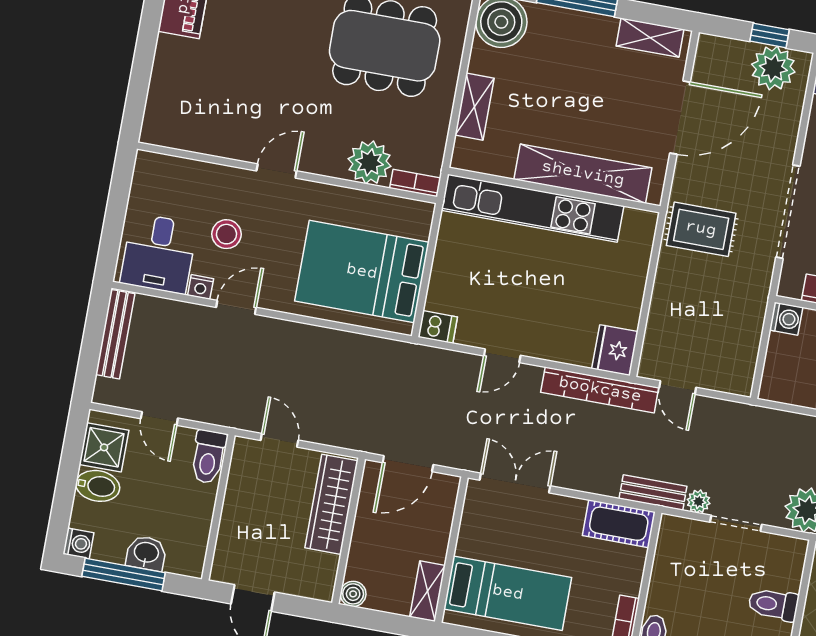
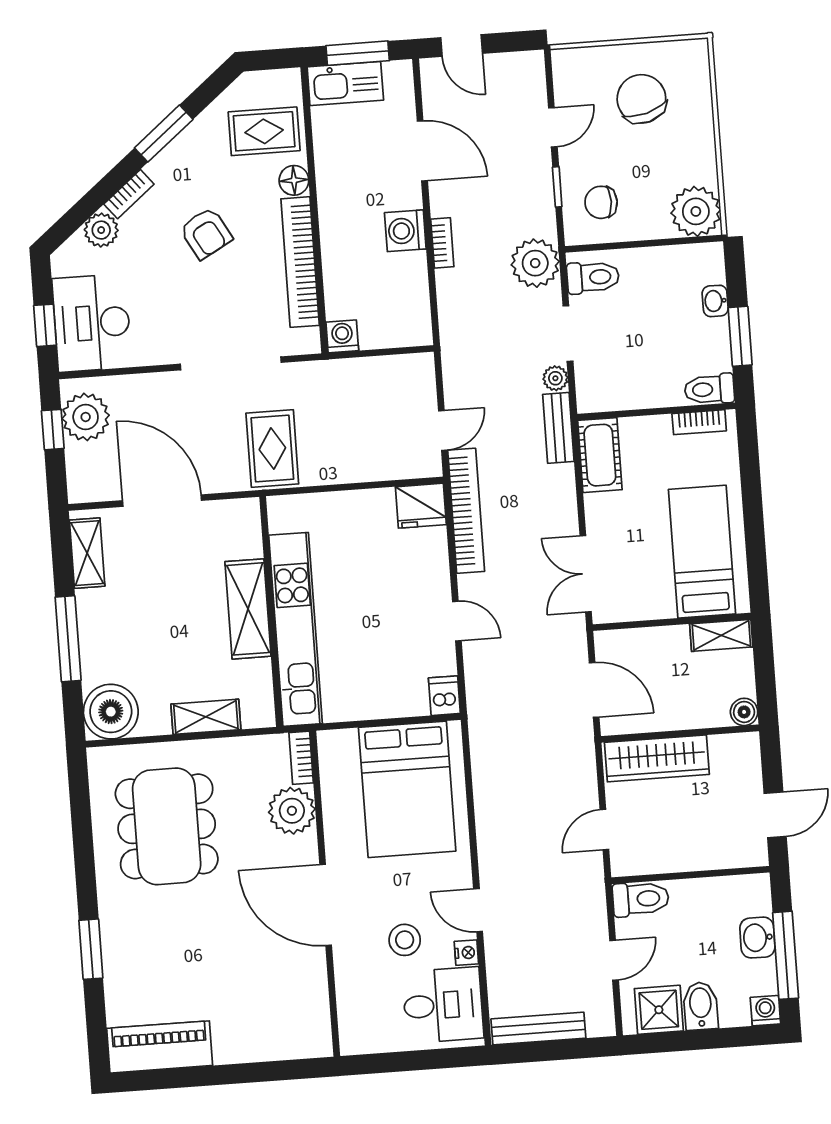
door: (277, 171) -> (326, 905), width x1.88
shelving: (583, 174) -> (248, 609), width x0.68
toilet: (773, 604) -> (593, 277), moved, turned -90

